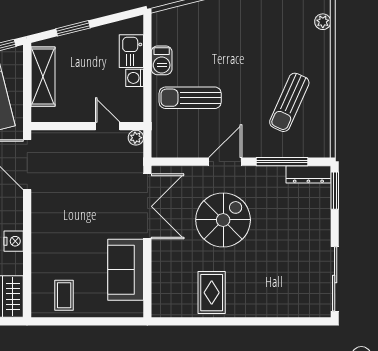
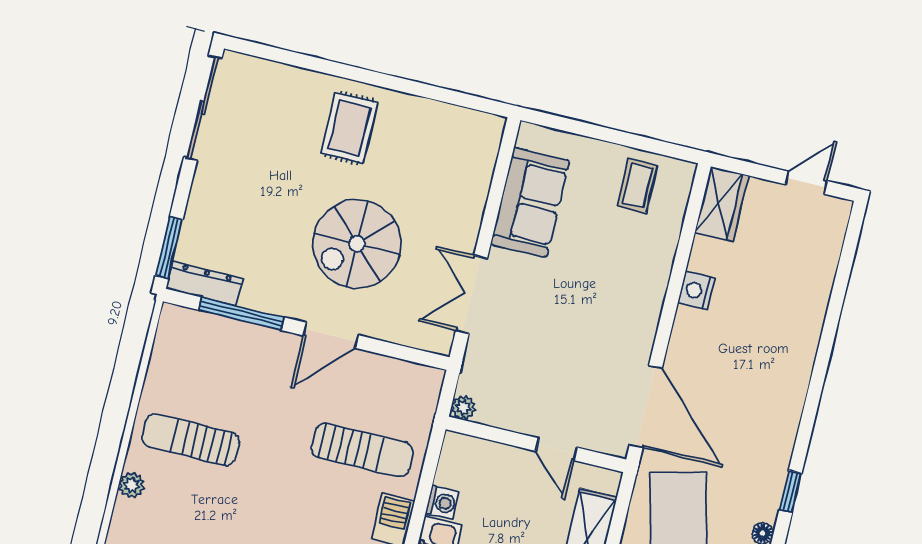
plant: (323, 22) -> (132, 485), moved
sun lounger: (289, 102) -> (191, 440), moved, turned -114
door: (108, 126) -> (556, 449), moved
double door: (147, 206) -> (471, 294), width x0.73
rug: (212, 293) -> (349, 128), moved

